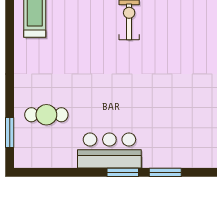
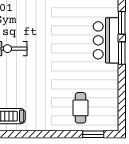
bar counter: (109, 150) -> (106, 40), moved

